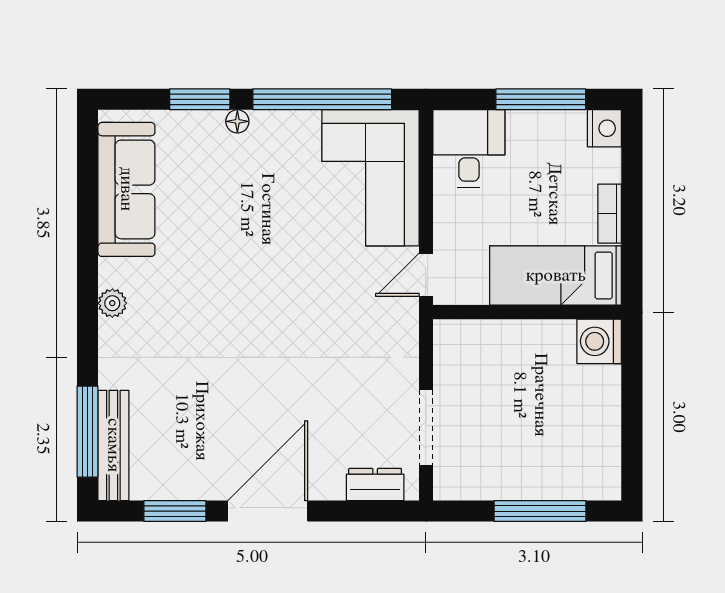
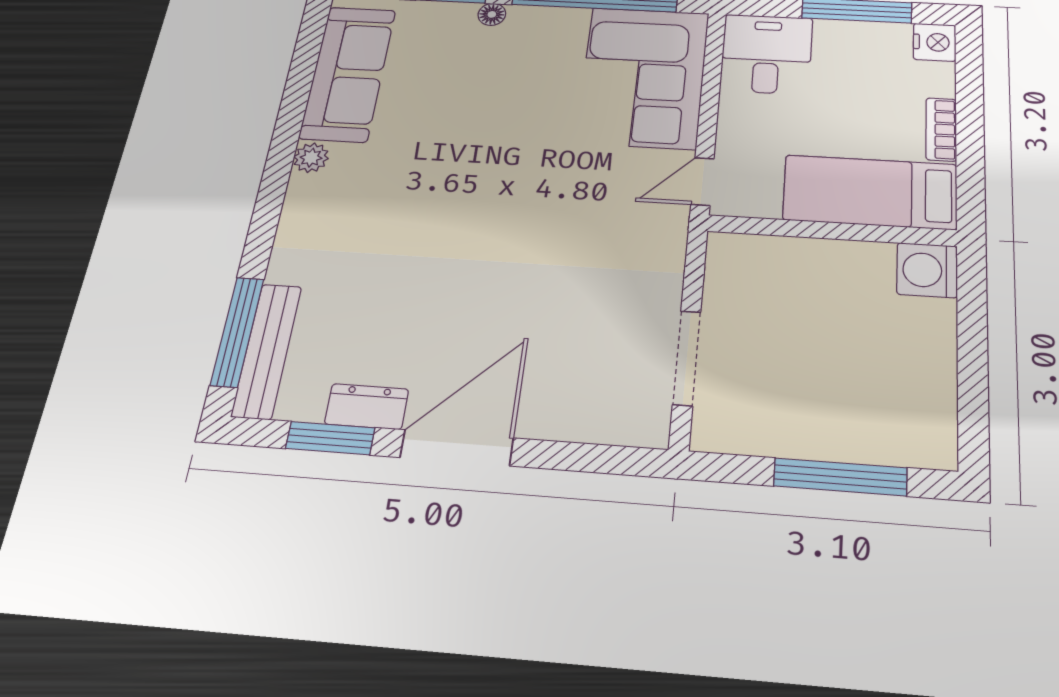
plant: (112, 303) -> (311, 158), moved
dresser: (375, 484) -> (367, 407), moved

